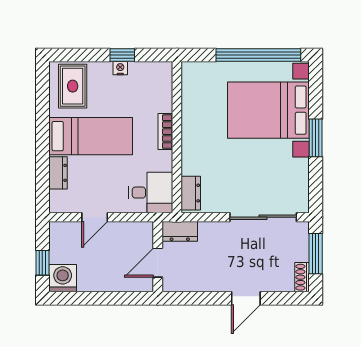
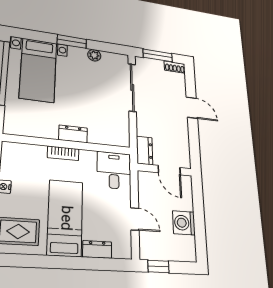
bed with nightstands: (268, 110) -> (38, 70), width x0.73
plant: (301, 167) -> (94, 55), added
dresser: (191, 193) -> (73, 134), moved
window: (42, 263) -> (158, 267), moved
washing machine: (63, 278) -> (184, 223), moved

